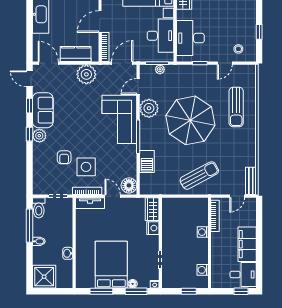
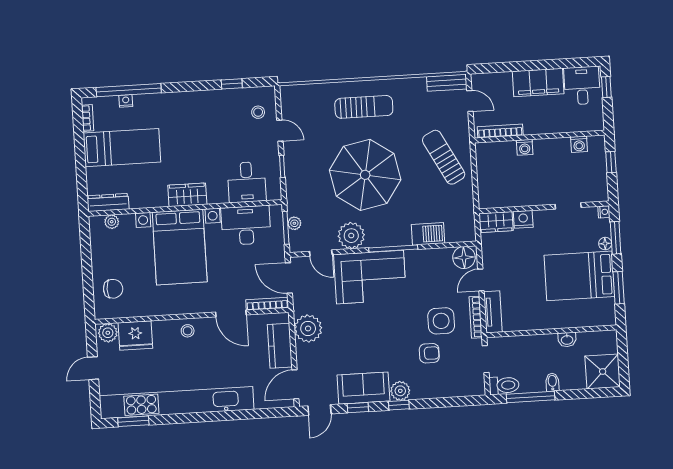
desk: (190, 38) -> (247, 182), width x0.73
sun lounger: (236, 107) -> (364, 107), moved

